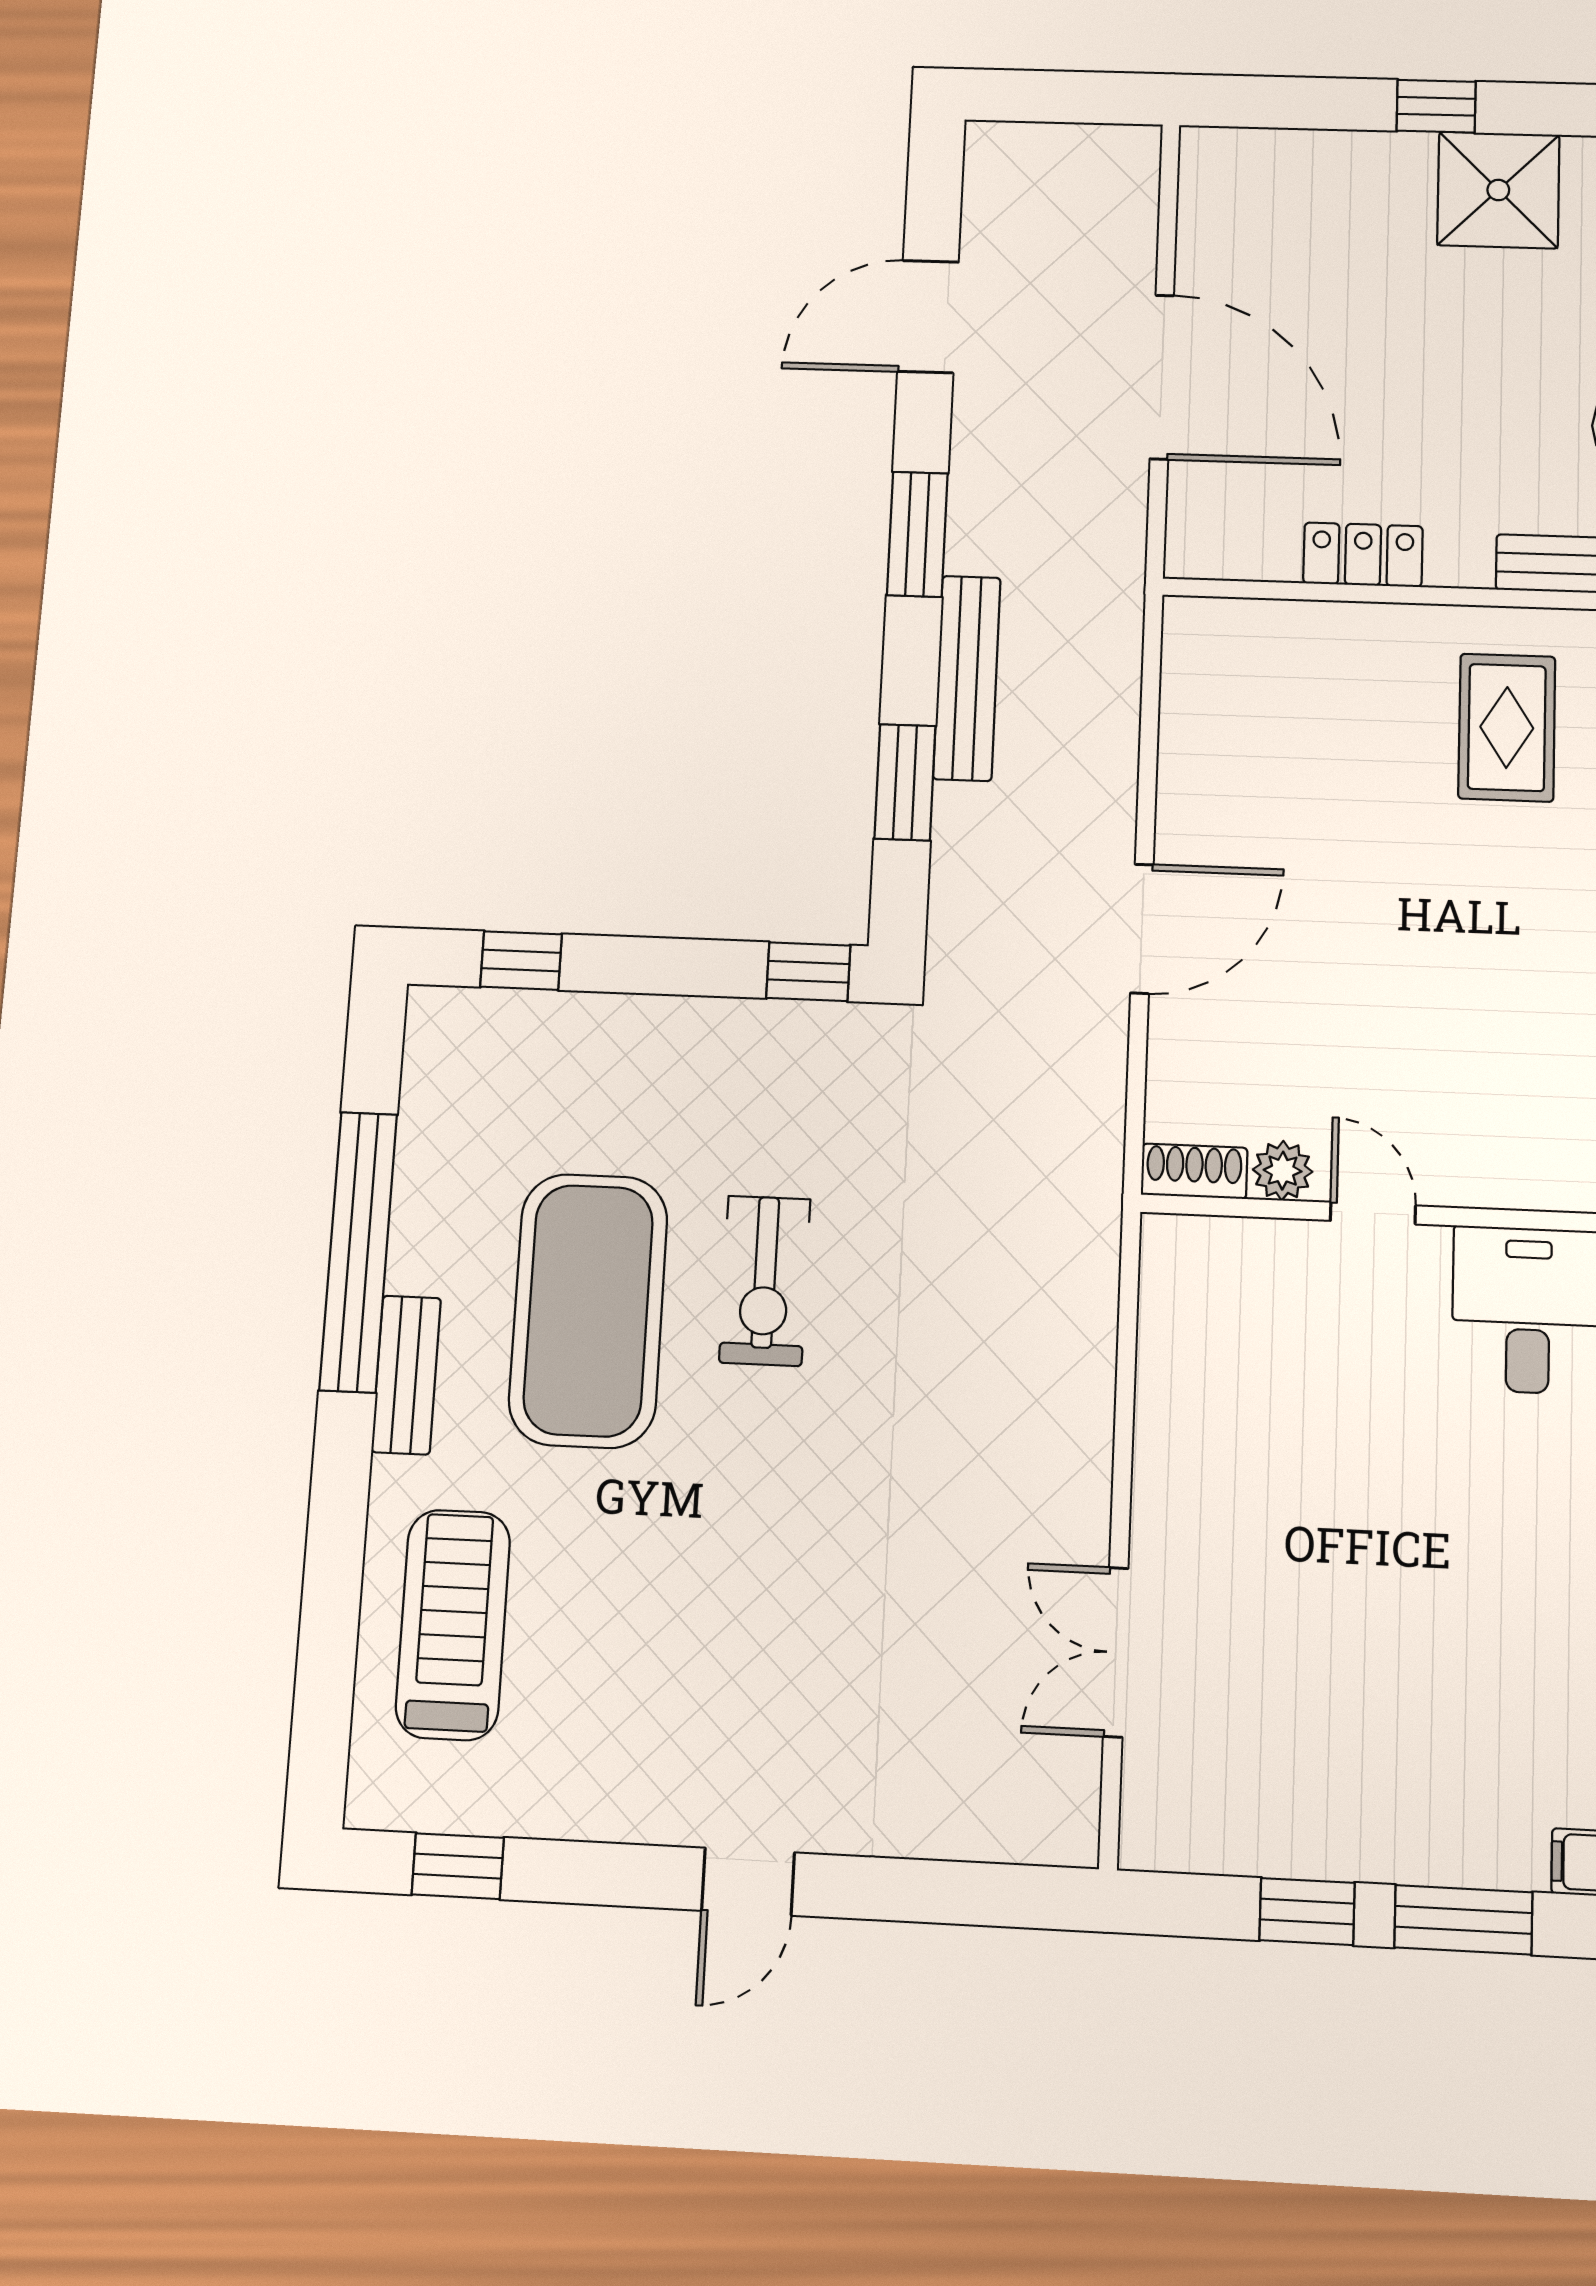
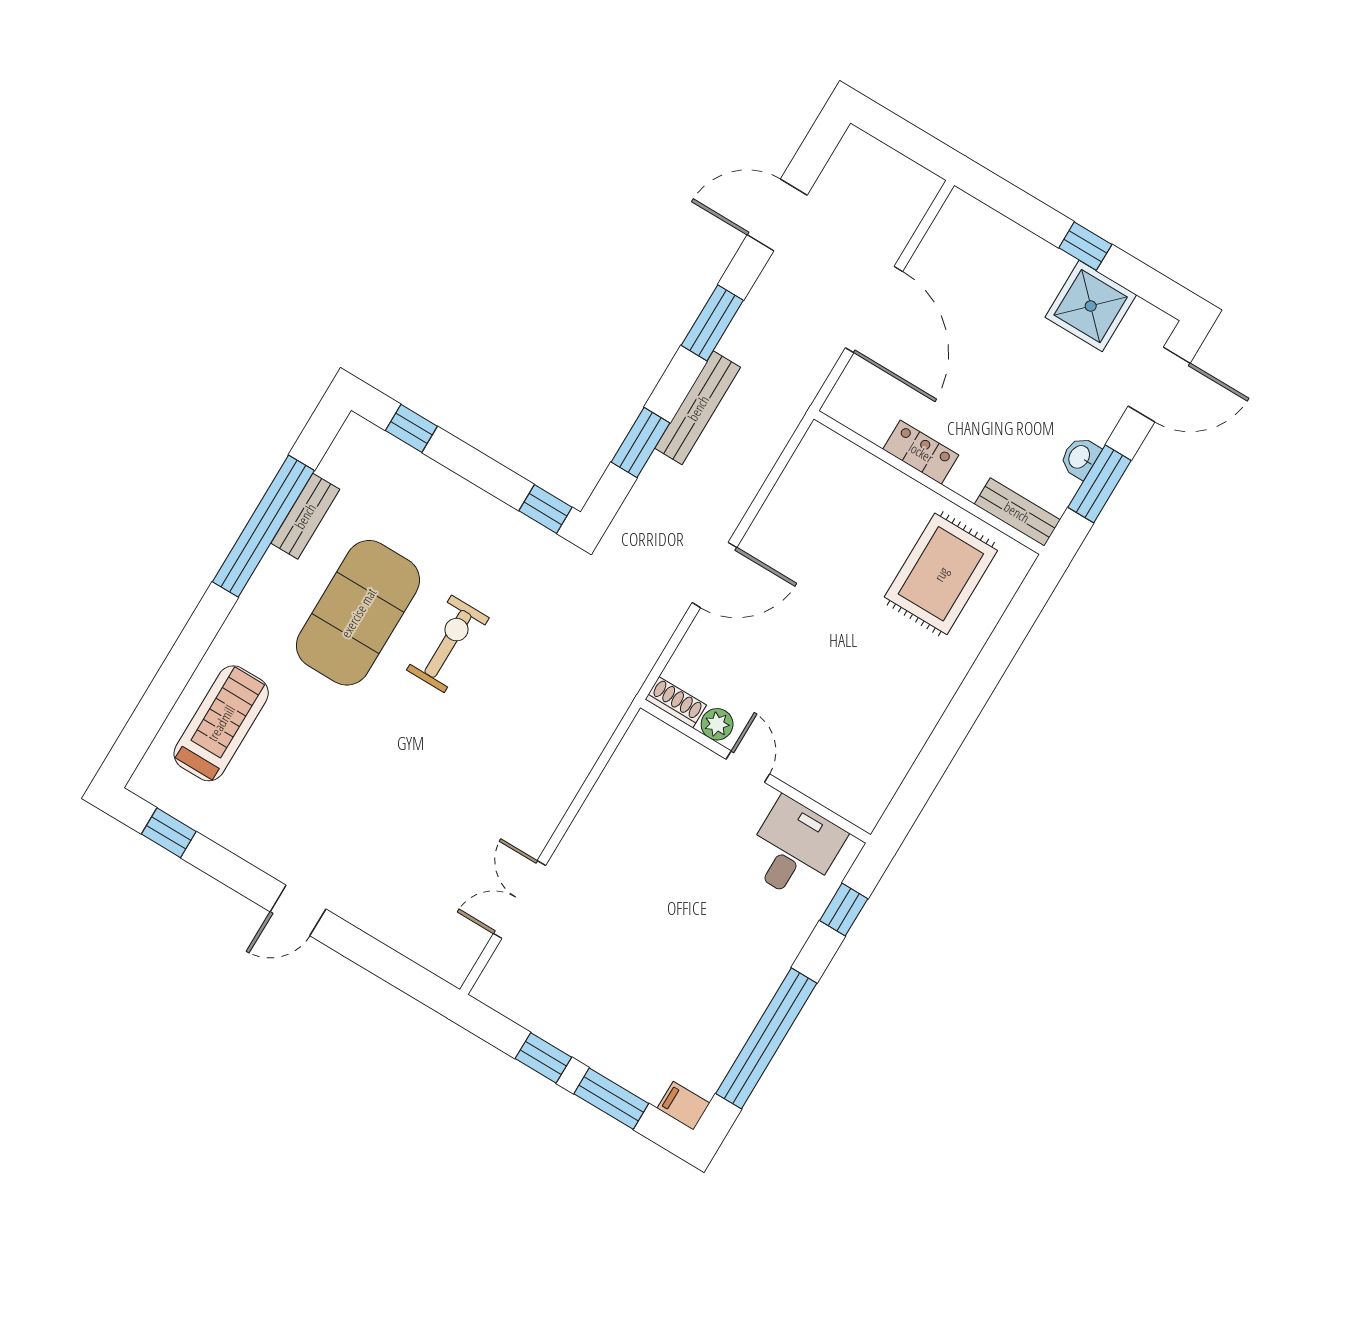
rug: (1507, 727) -> (941, 574), width x1.36, depth x1.43
exercise bike: (765, 1281) -> (448, 644), turned 180
bench: (406, 1375) -> (305, 516), moved

